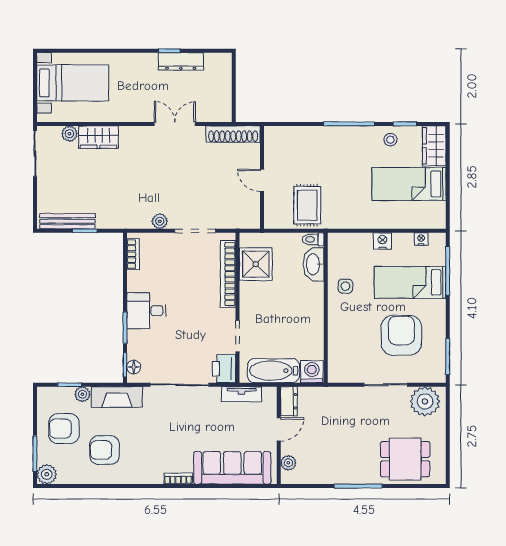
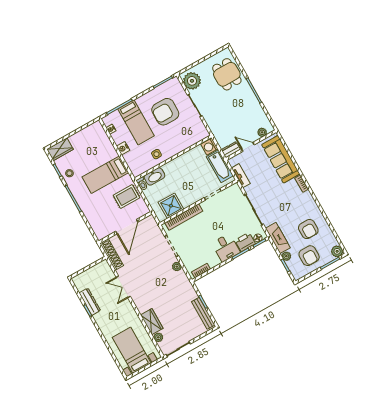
door: (262, 180) -> (127, 227), width x1.87
bed: (409, 184) -> (105, 175), moved, turned 90
printer: (224, 369) -> (245, 242), moved, turned 180

